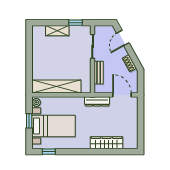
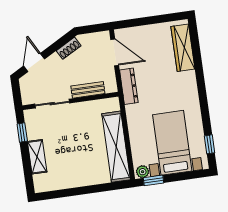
door: (123, 38) -> (34, 62), swing flipped
door: (122, 95) -> (115, 52), swing flipped
window: (29, 121) -> (153, 180), moved
wardrobe: (107, 143) -> (183, 48), moved

